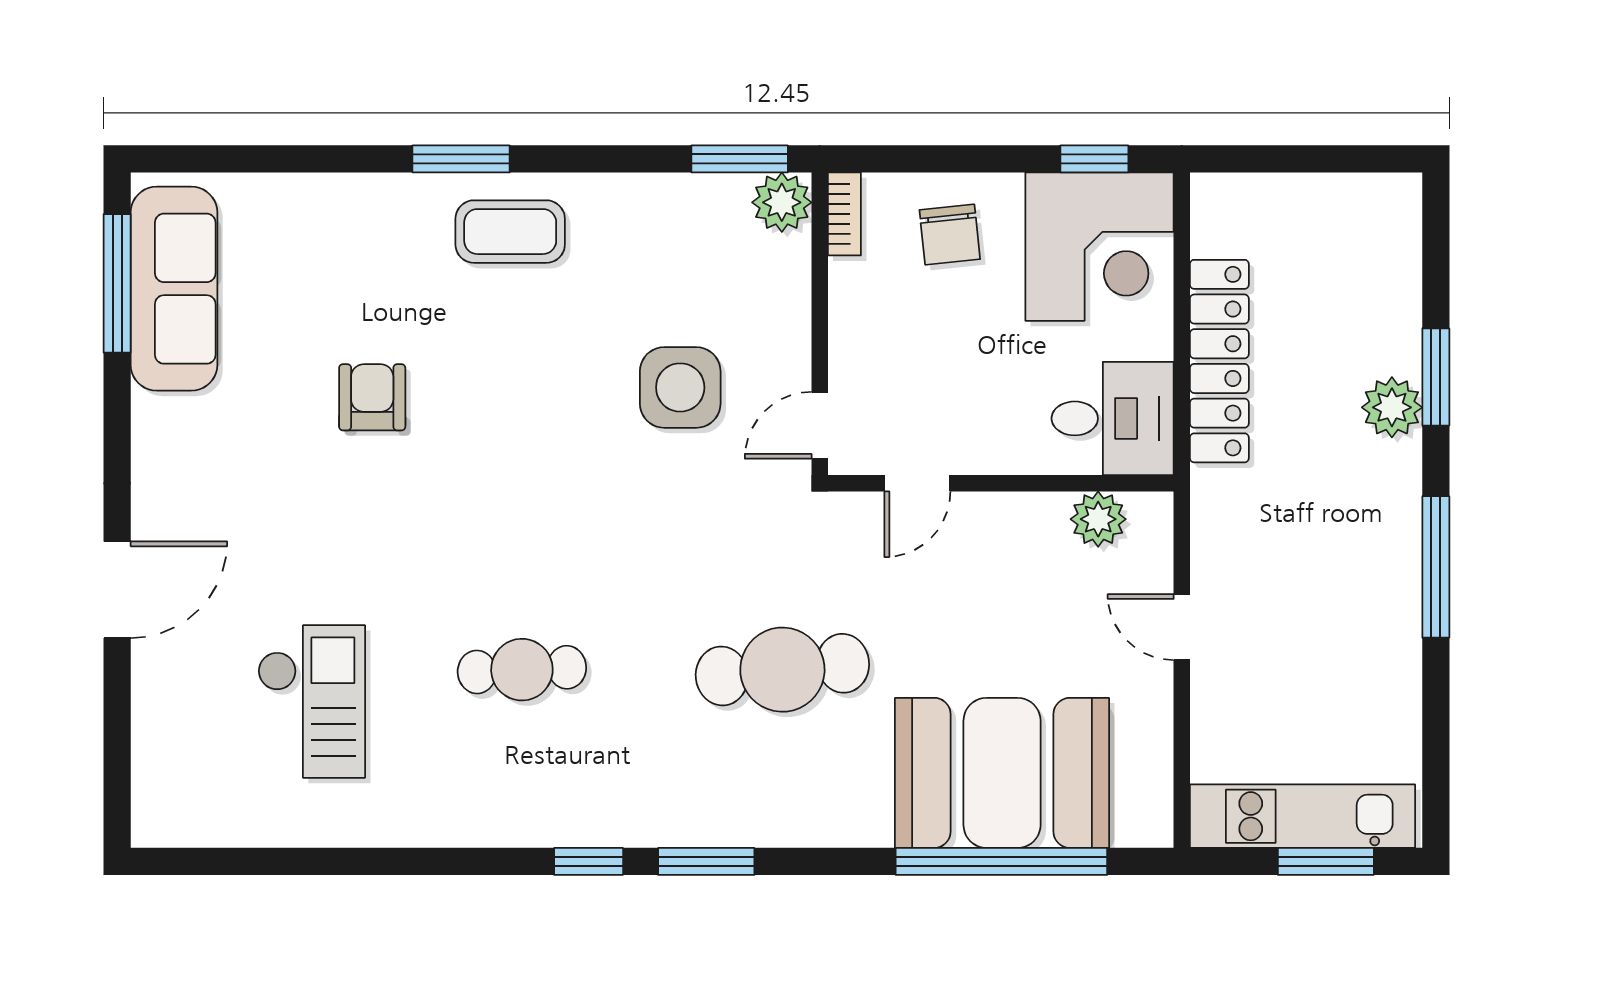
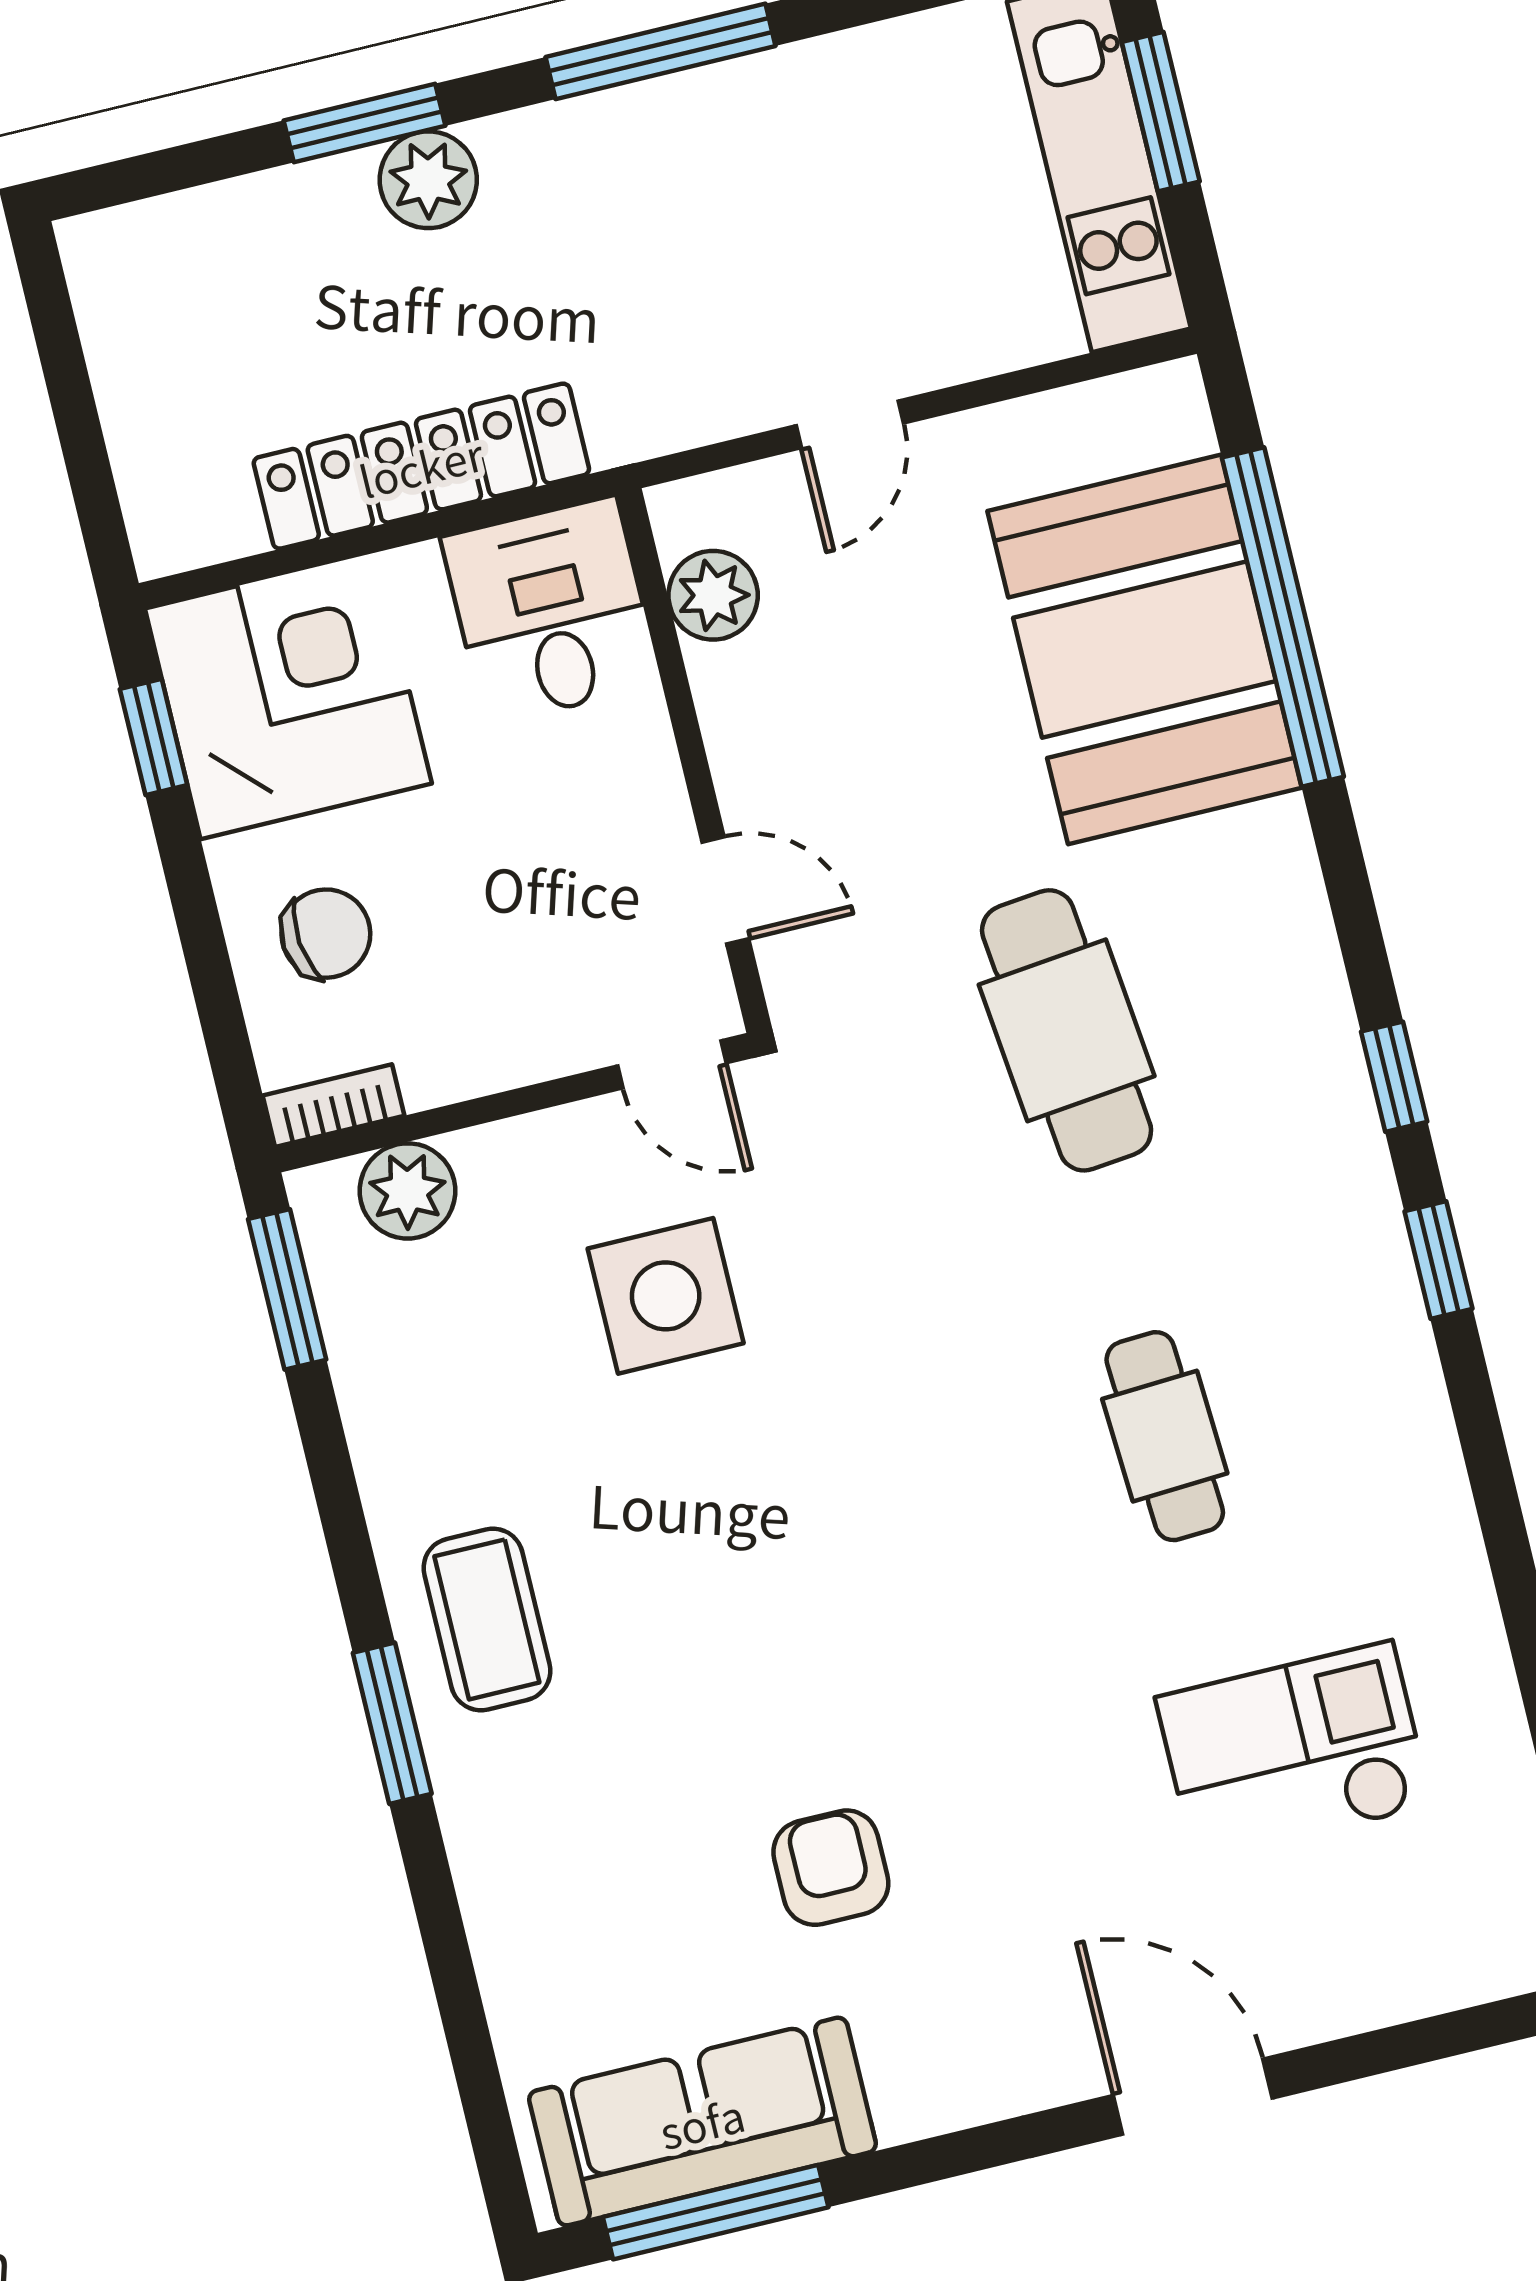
plant: (782, 202) -> (407, 1191), moved
armchair: (372, 397) -> (831, 1868), moved, turned 90
window: (706, 861) -> (1394, 1077), width x0.67

